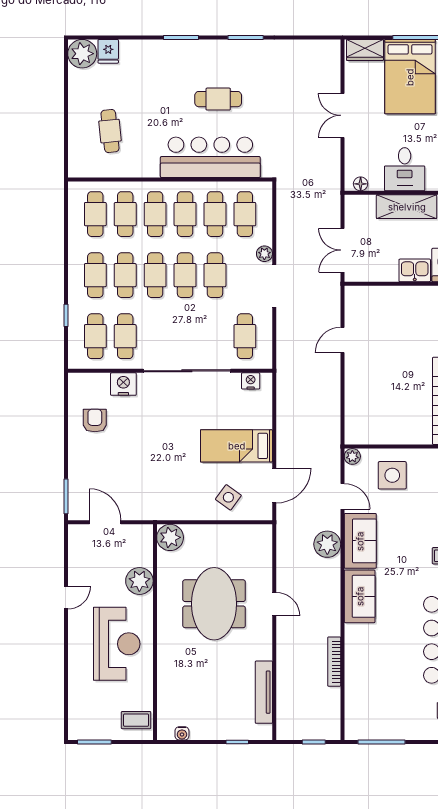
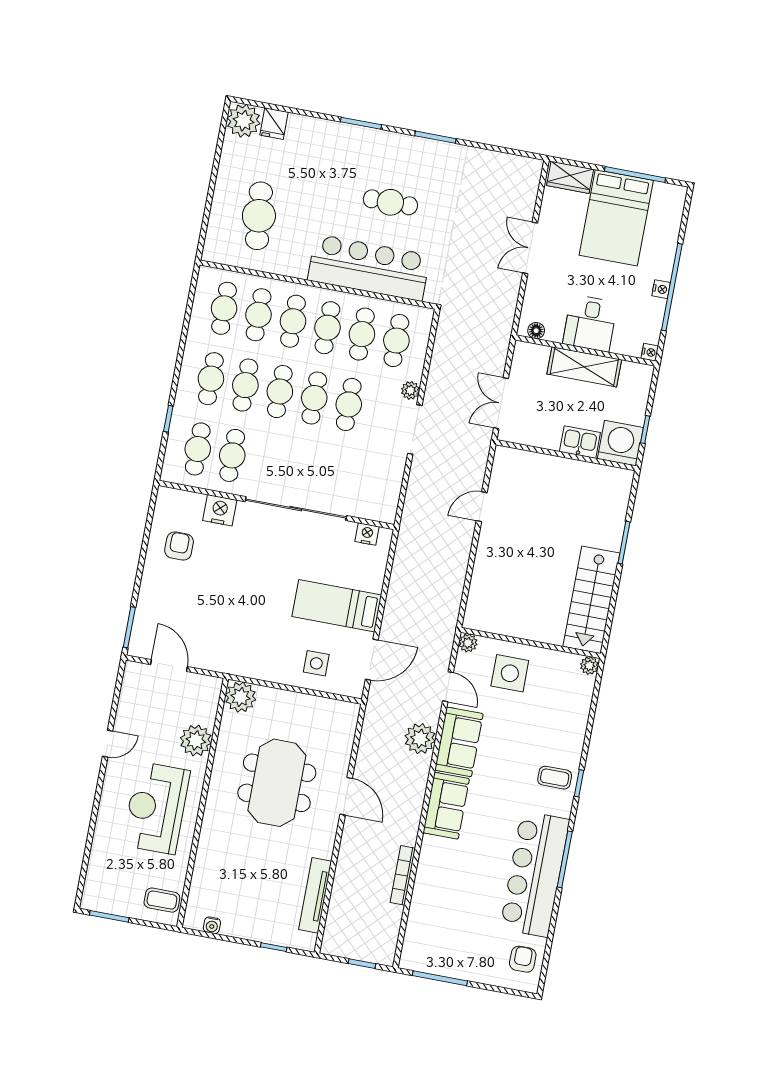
cafe table: (110, 131) -> (259, 216), width x1.37, depth x1.35
cafe table: (245, 336) -> (370, 481), removed
side table: (228, 497) -> (316, 663), turned -36
door: (274, 604) -> (346, 796), width x1.38
reception desk: (117, 644) -> (156, 808), turned 180

